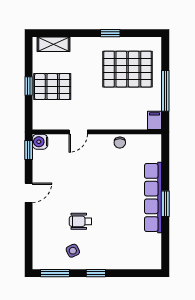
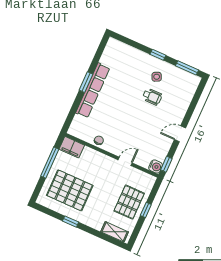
pallet: (52, 87) -> (129, 202), turned 90
filing cabinet: (155, 120) -> (72, 147), width x2.00
side table: (73, 251) -> (157, 77), moved

